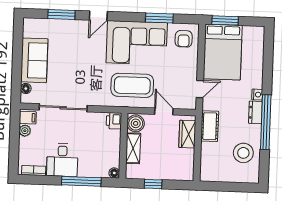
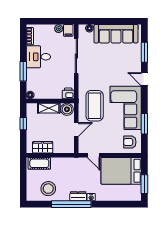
window: (225, 20) -> (144, 184), moved
sofa: (34, 60) -> (116, 34), width x1.36
cot: (210, 126) -> (39, 163), moved
wardrobe: (187, 134) -> (43, 147), moved
window: (81, 181) -> (23, 71), width x0.69

